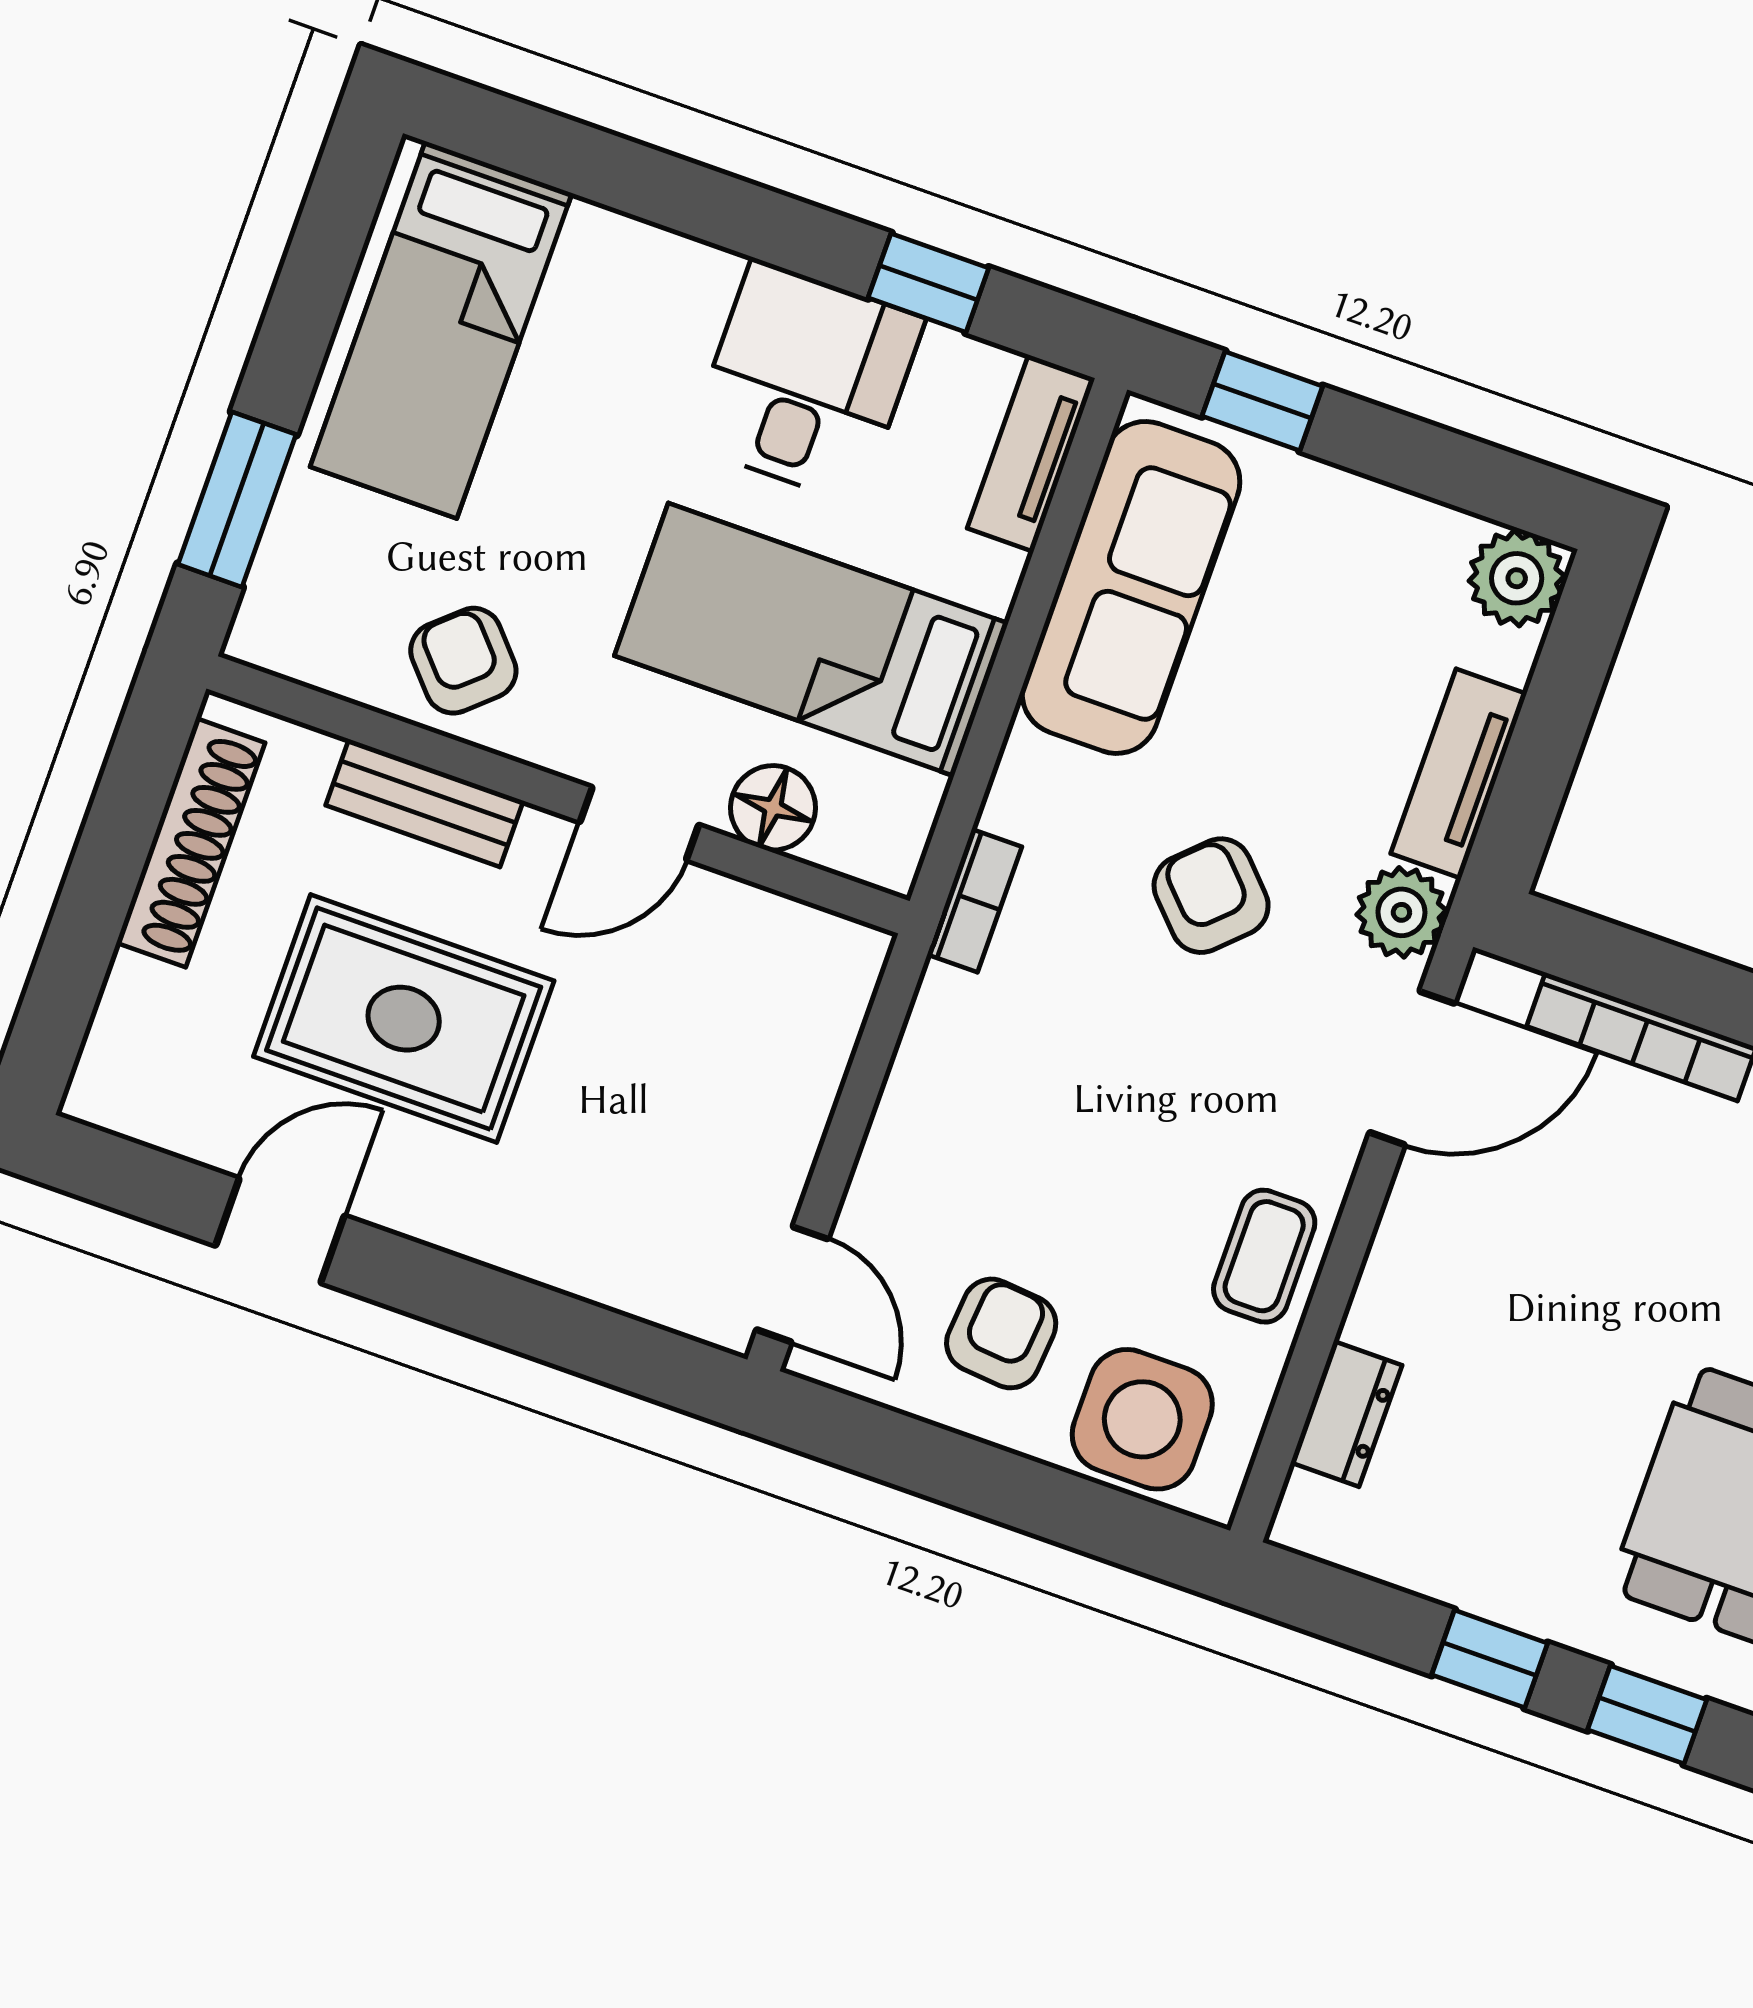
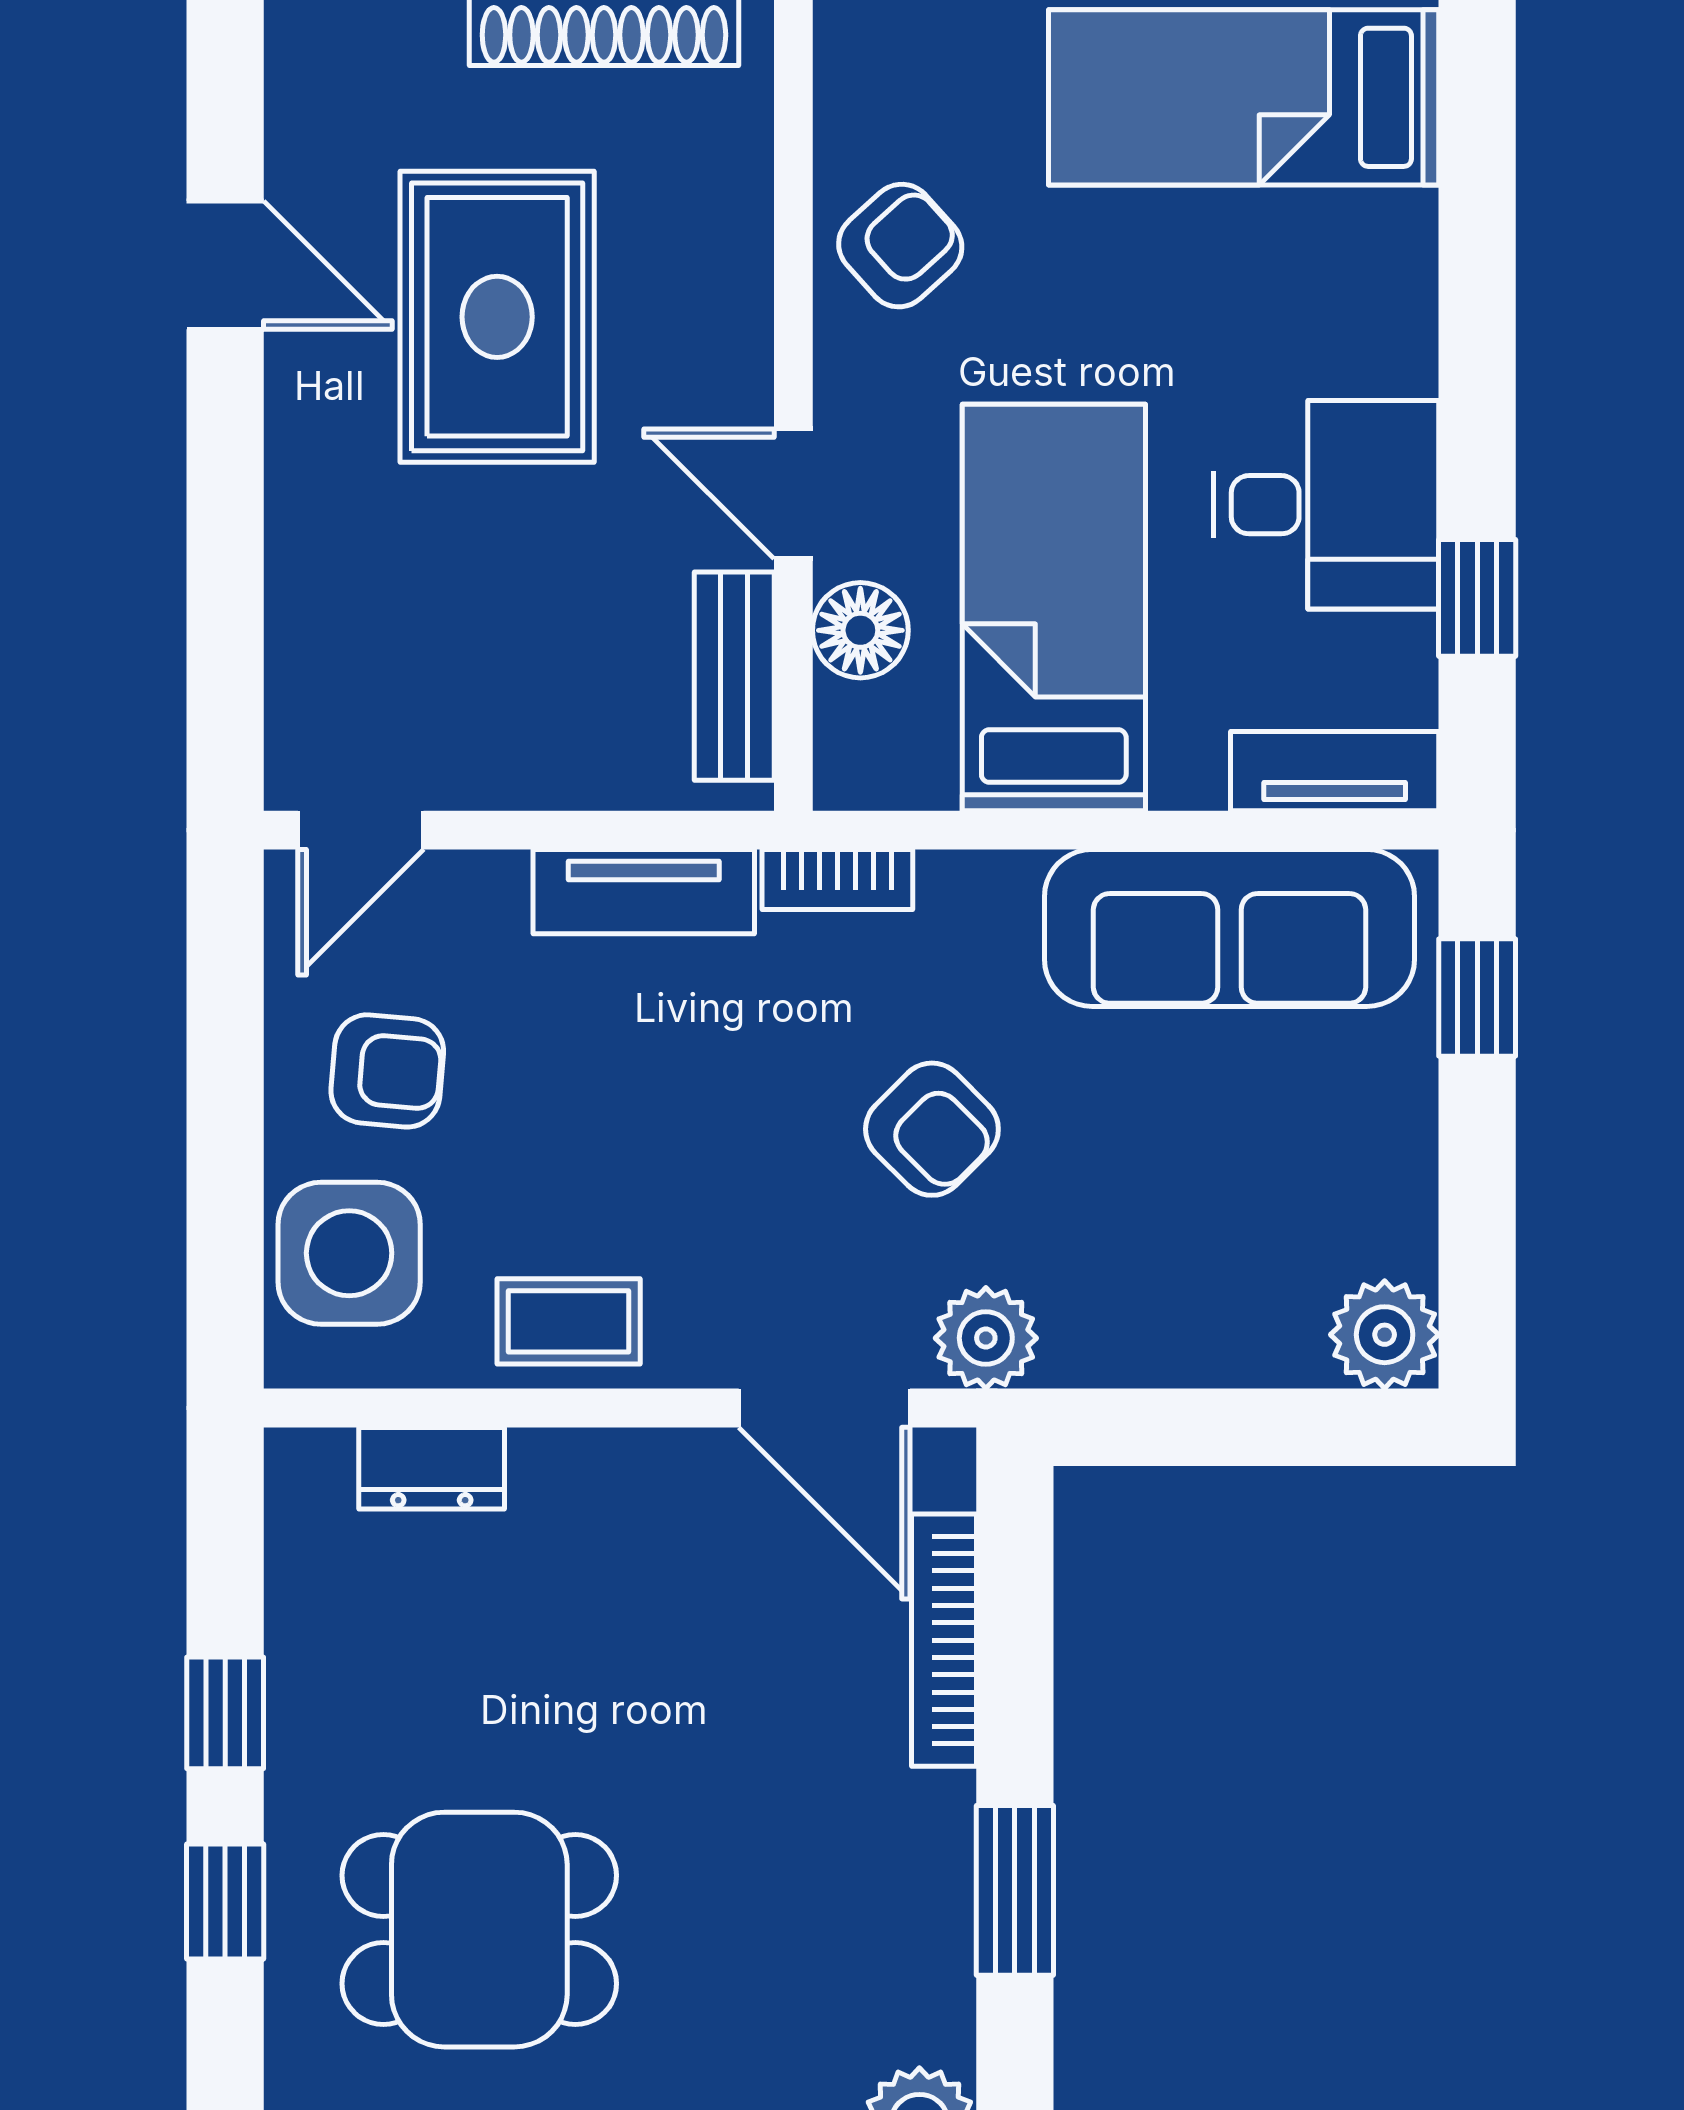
tv unit: (1459, 774) -> (644, 892), moved, turned 180
bench: (424, 803) -> (734, 676), moved
armchair: (1211, 896) -> (932, 1129), turned 89

